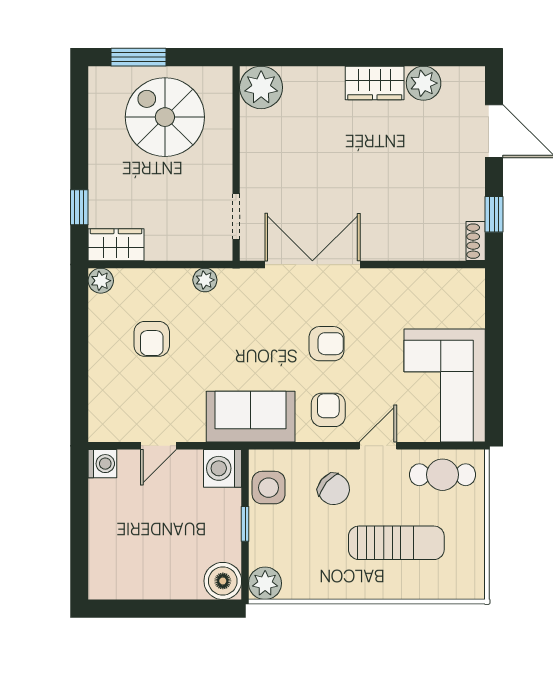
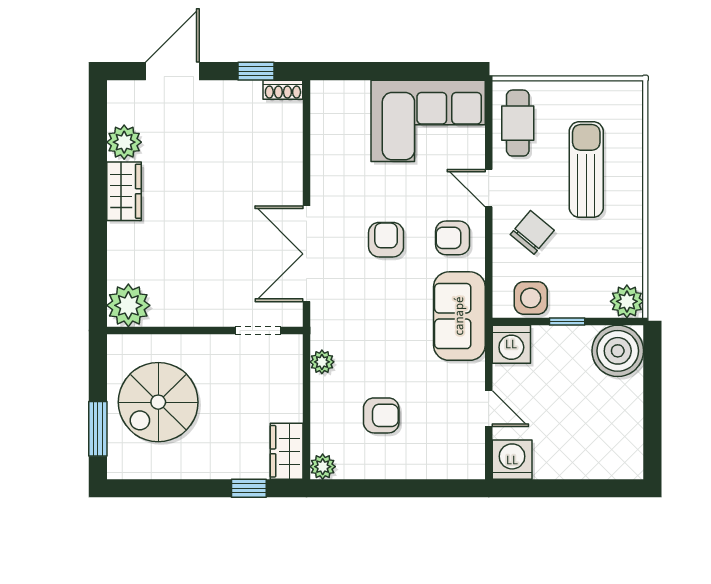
washing machine: (102, 464) -> (512, 460), width x1.38, depth x1.38
boiler: (223, 581) -> (618, 351), width x1.37, depth x1.37

